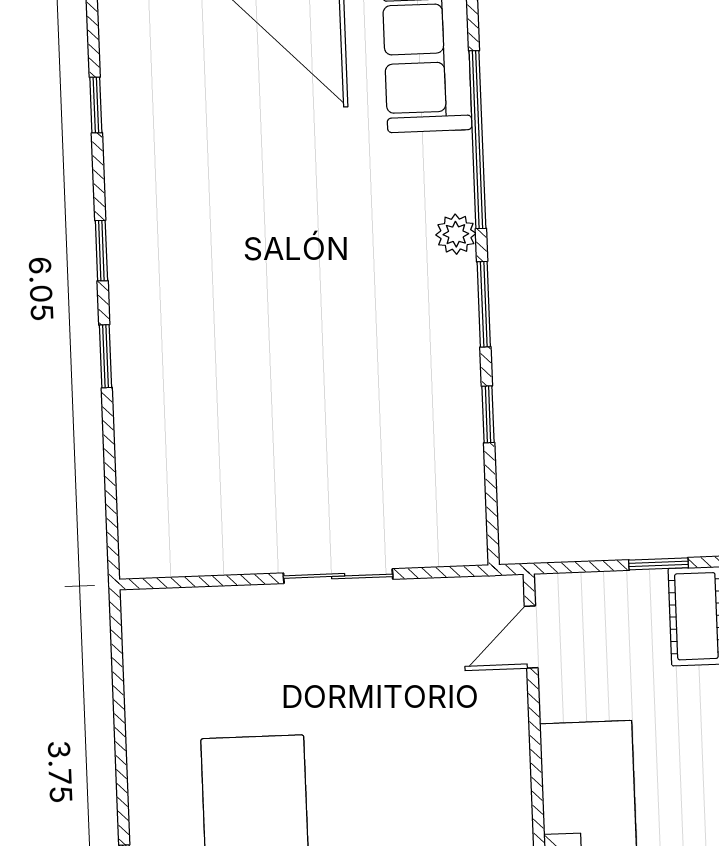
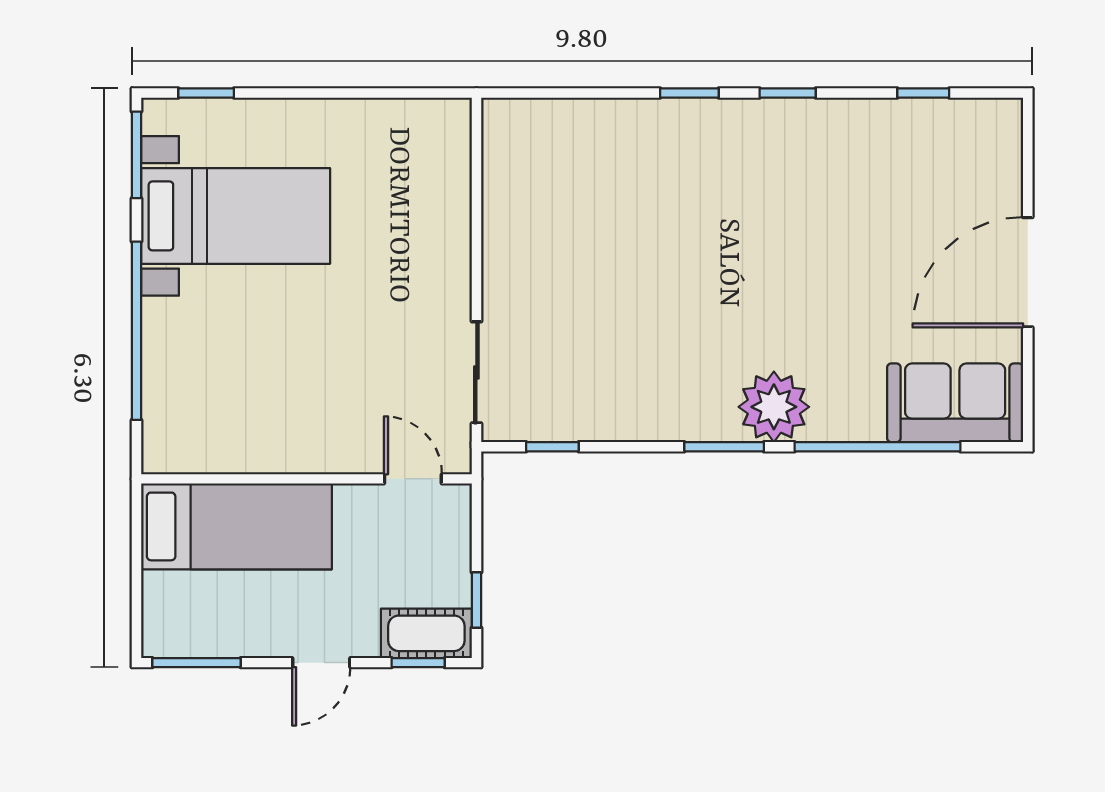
plant: (456, 234) -> (774, 407), width x1.88, depth x1.88
window: (488, 414) -> (552, 447), moved
sliding door: (338, 576) -> (476, 372), moved

